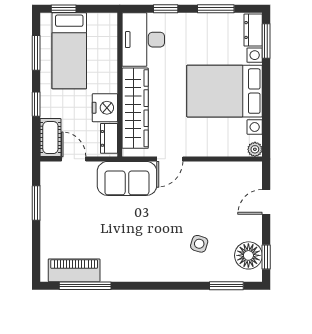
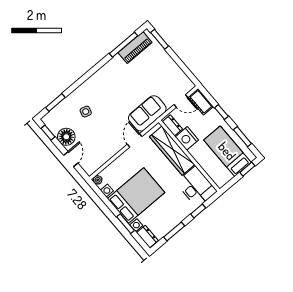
window: (266, 41) -> (126, 224), moved
window: (36, 203) -> (160, 39), moved
floor lamp: (248, 255) -> (66, 137), moved

